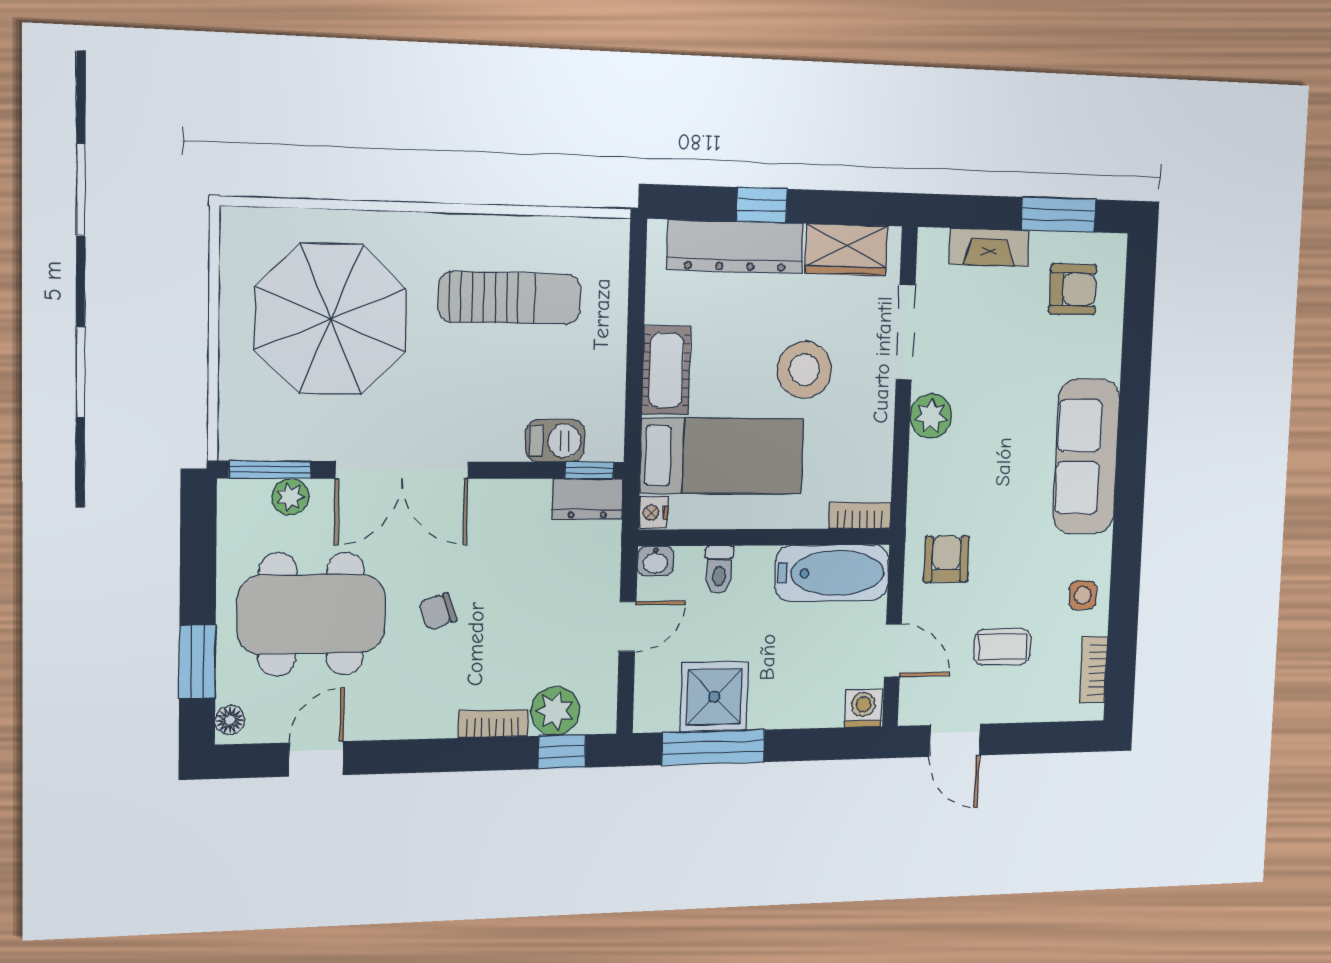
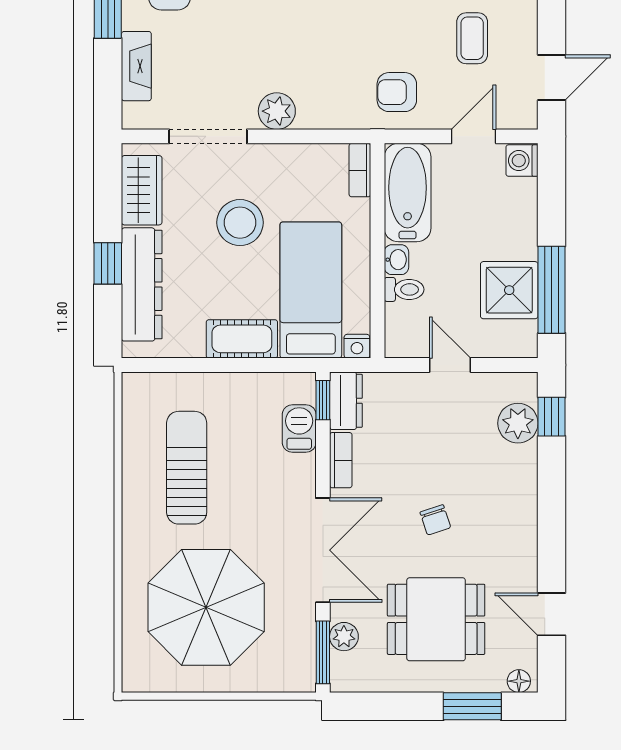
washbasin: (655, 561) -> (396, 260), moved
dining table: (311, 614) -> (436, 619), width x0.73
bookcase: (493, 723) -> (341, 460), moved, turned 180

